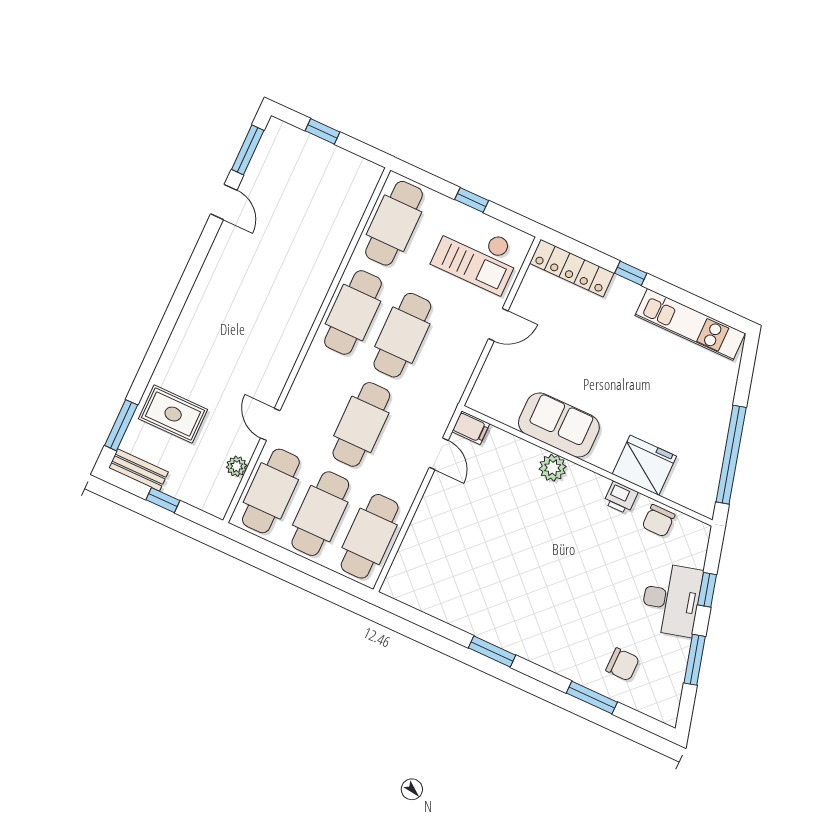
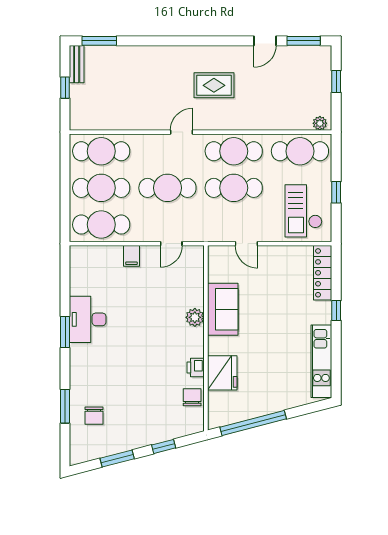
door: (498, 325) -> (246, 244), moved
rug: (173, 414) -> (214, 85), moved, turned 90
door: (270, 424) -> (182, 132), moved
filing cabinet: (471, 428) -> (131, 256), moved
plant: (237, 466) -> (320, 123), moved
chair: (658, 521) -> (192, 397), turned 90
desk: (671, 600) -> (88, 319), moved, turned 105

